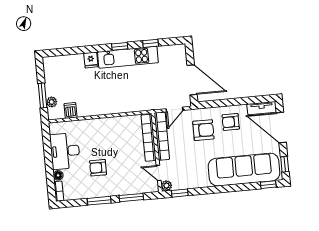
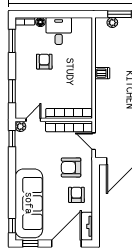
dishwasher: (71, 110) -> (102, 73), moved
armchair: (203, 130) -> (71, 167), turned 90
desk: (65, 151) -> (59, 31), width x0.73
window: (99, 201) -> (12, 41), moved

